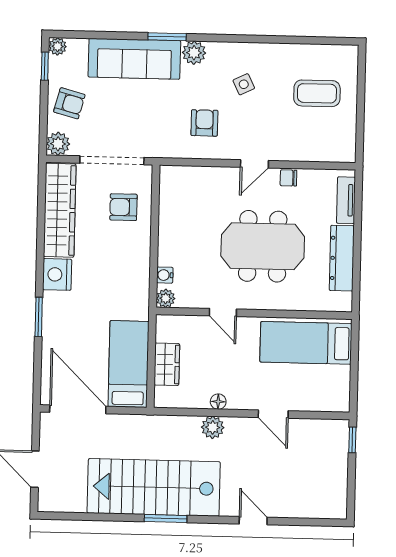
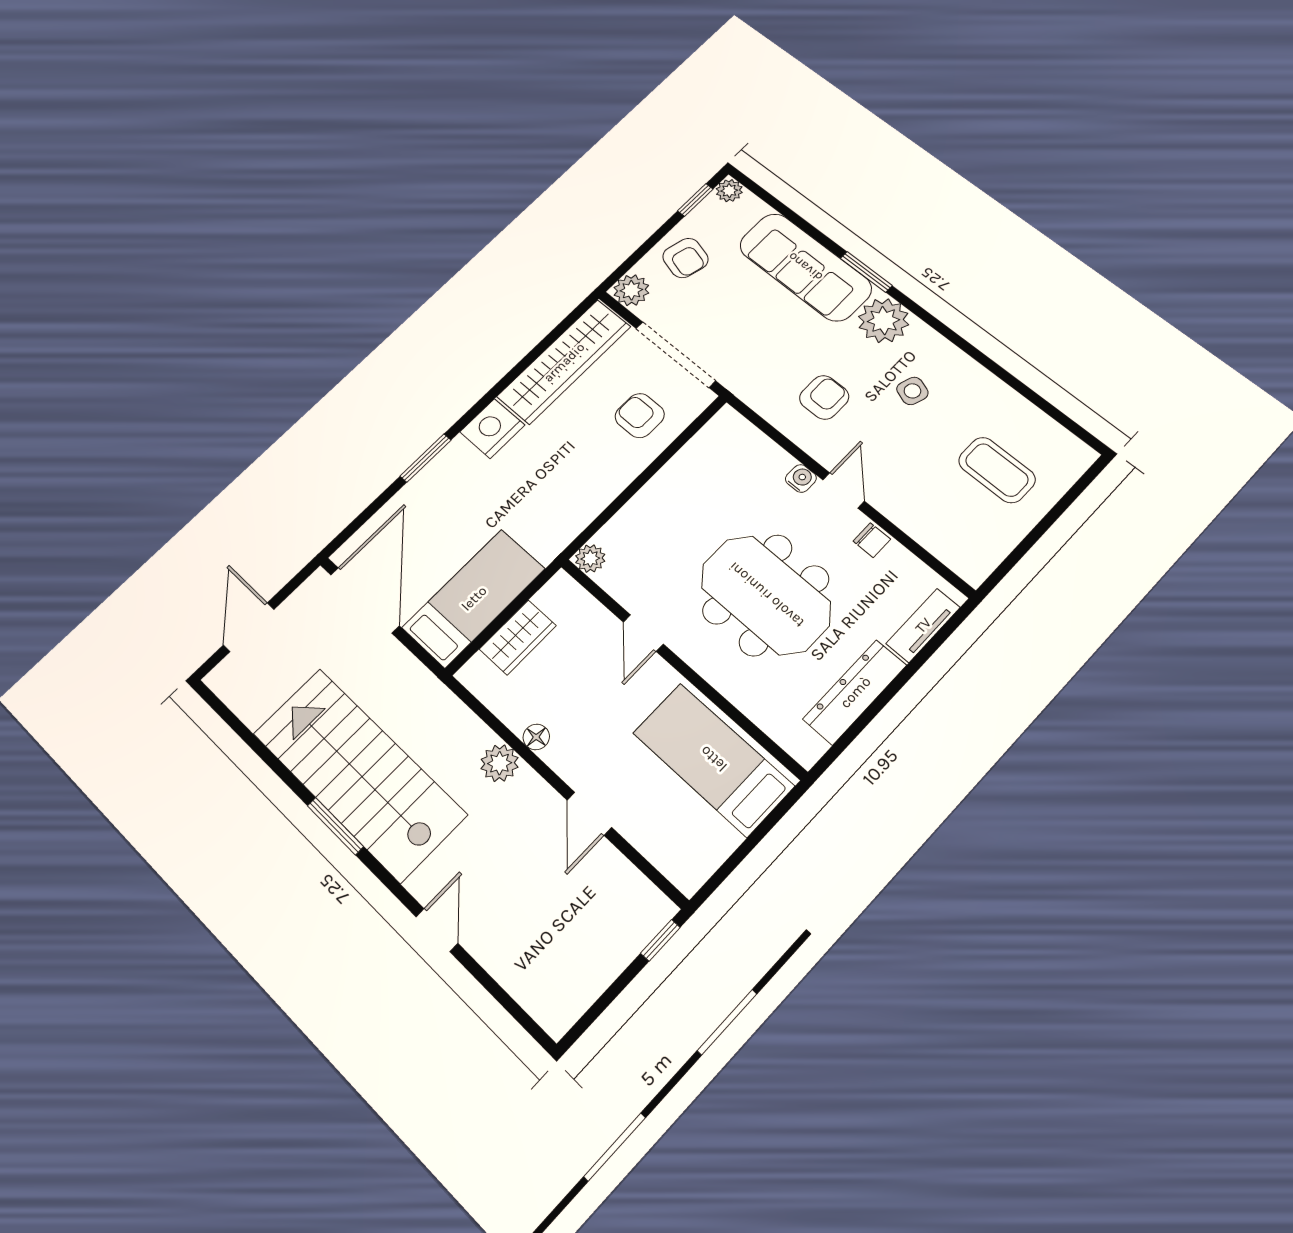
plant: (194, 53) -> (884, 321), width x1.36, depth x1.36
side table: (244, 84) -> (912, 391), turned 45
door: (254, 164) -> (844, 490), swing flipped
chair: (288, 178) -> (872, 540), turned 180
water cooler: (165, 275) -> (801, 478), moved, turned 90

